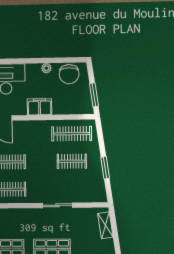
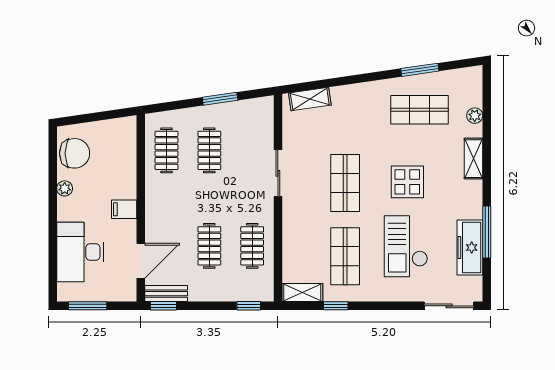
window: (94, 95) -> (107, 115), removed
filing cabinet: (40, 107) -> (124, 209), width x0.50
clothes rail: (72, 134) -> (167, 150), width x0.73

